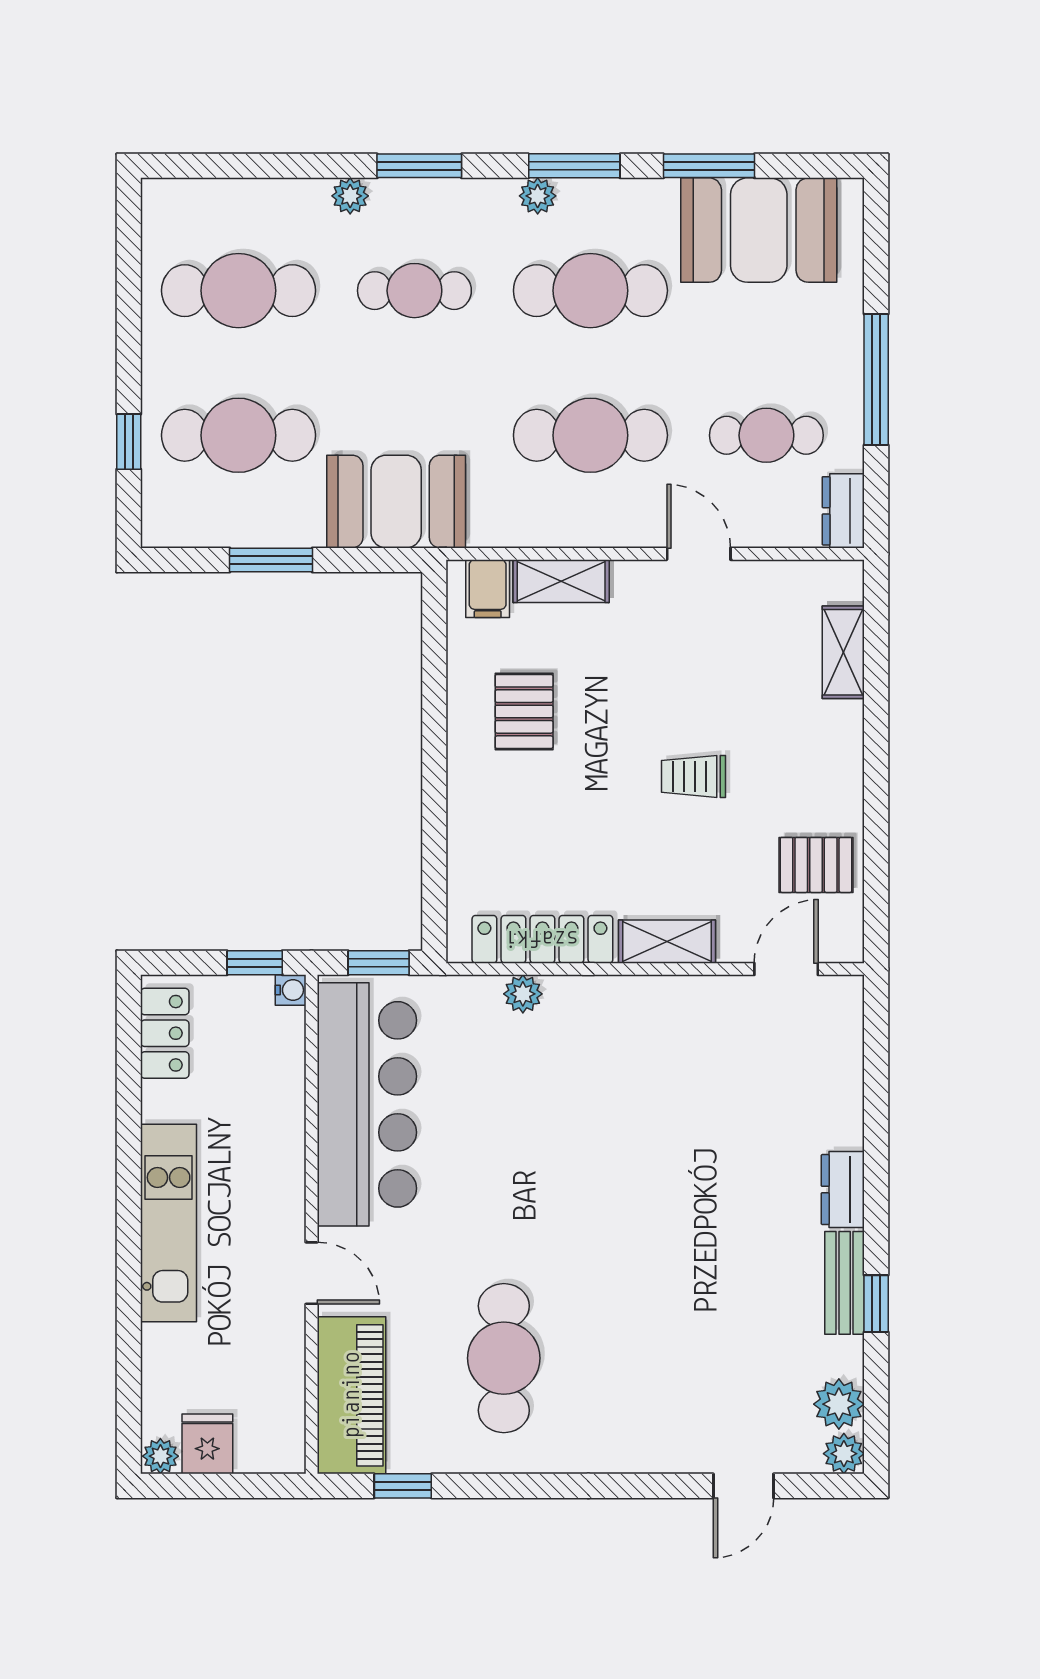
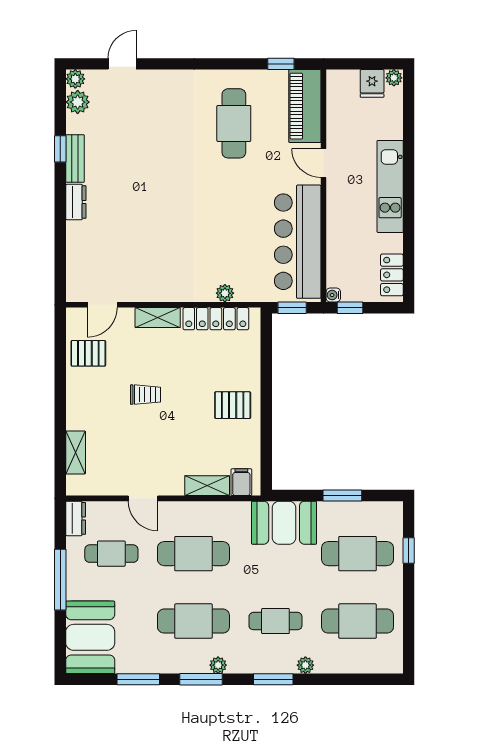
booth: (759, 230) -> (90, 637), moved, turned 90
pallet: (524, 711) -> (233, 405), moved, turned 90

